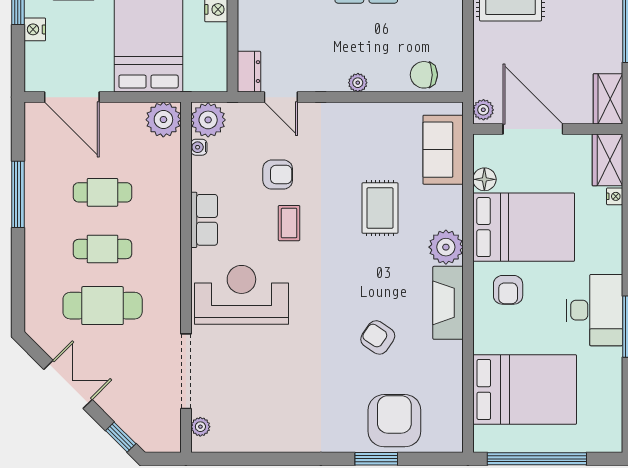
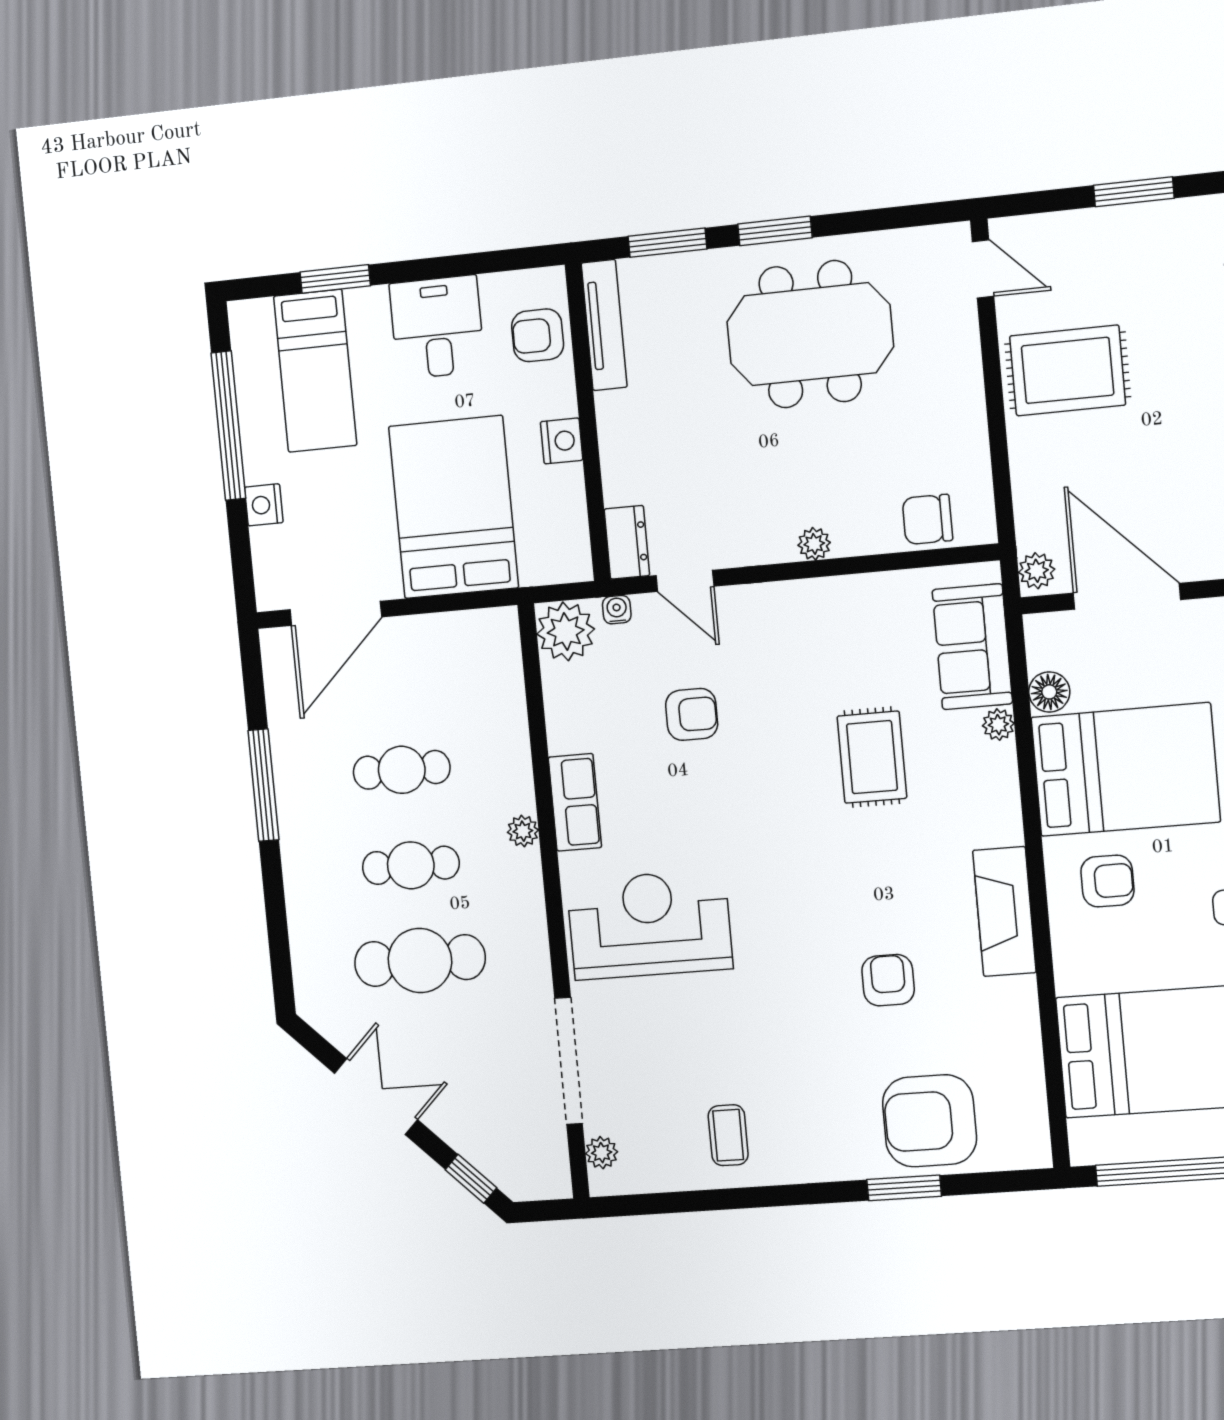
door: (72, 97) -> (336, 613), hinge flipped
plant: (163, 120) -> (523, 831), moved, width x0.53, depth x0.53
water cooler: (199, 147) -> (617, 610), moved, turned 90
coffee table: (289, 223) -> (728, 1135), moved
plant: (446, 247) -> (998, 725), moved, width x0.53, depth x0.53
armchair: (508, 290) -> (1107, 881), turned -90
armchair: (378, 337) -> (888, 980), turned 56
armchair: (394, 421) -> (930, 1121), turned -90

